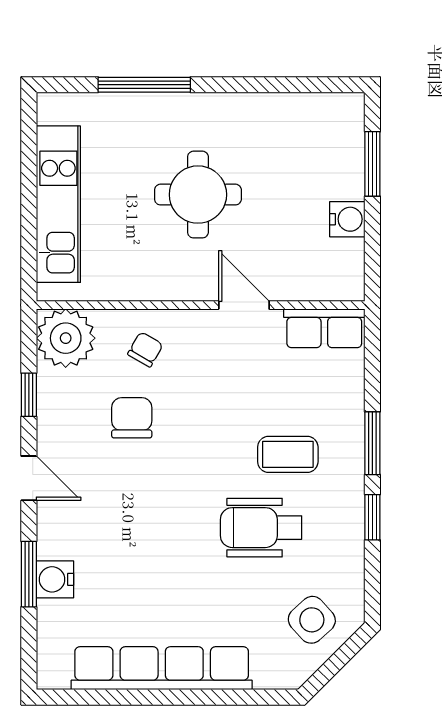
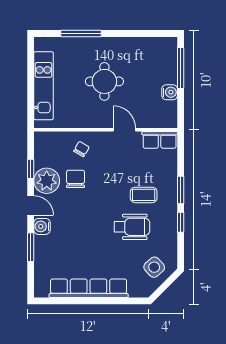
window: (372, 164) -> (181, 68), width x1.44
plant: (66, 338) -> (47, 181), moved
wheelchair: (261, 528) -> (132, 227), turned 180
water cooler: (55, 579) -> (42, 226), moved

